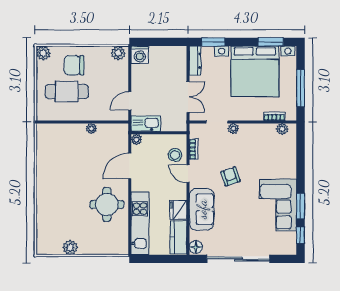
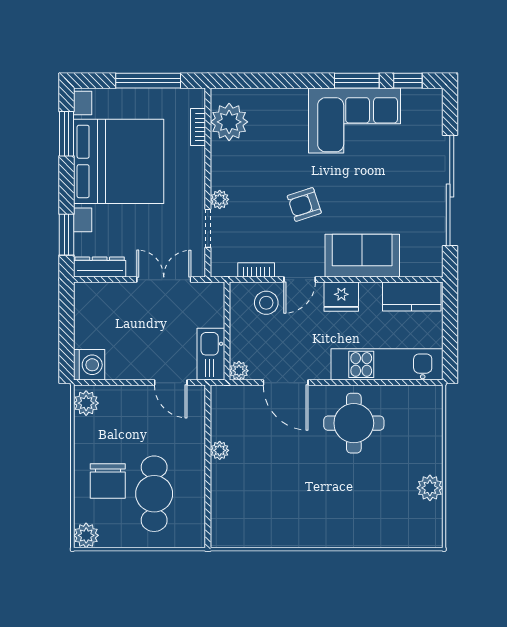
plant: (282, 129) -> (229, 122), width x1.87, depth x1.87
fridge: (178, 210) -> (341, 297), moved
floor lamp: (196, 247) -> (429, 266), removed

